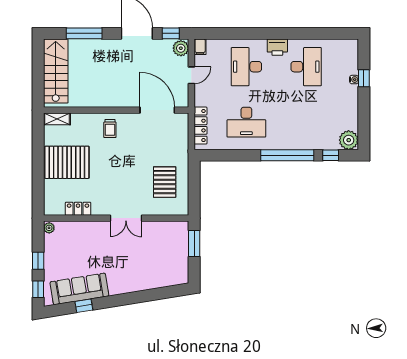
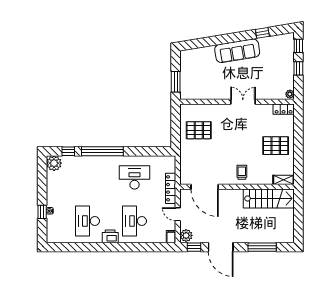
desk: (246, 67) -> (135, 221), turned 180
stairs: (56, 71) -> (269, 198), moved, turned -90
door: (191, 75) -> (178, 214), hinge flipped
locker: (201, 126) -> (171, 188), moved
pallet: (67, 162) -> (276, 146), width x0.73, depth x0.71
pallet: (165, 182) -> (199, 130), turned 90
locker: (78, 209) -> (284, 109), moved
double door: (126, 218) -> (243, 102), moved
sofa: (79, 289) -> (237, 51), moved

